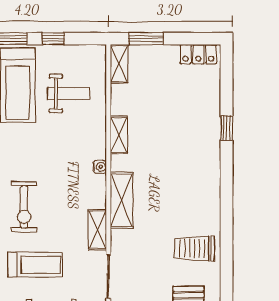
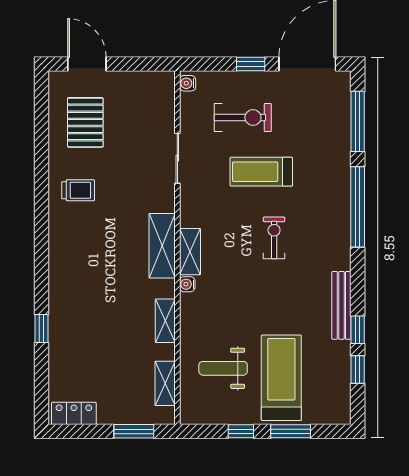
shelving: (119, 64) -> (165, 383), moved
exercise bike: (24, 207) -> (274, 238), width x0.73, depth x0.72
shelving: (97, 230) -> (190, 252), moved
trolley: (195, 249) -> (78, 190), width x0.73, depth x0.72

